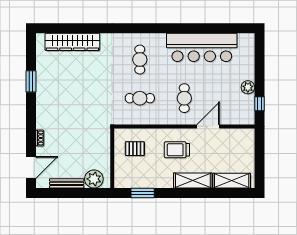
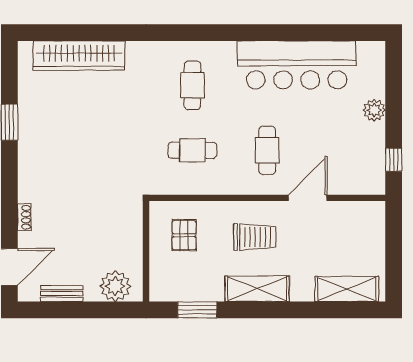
plant: (248, 87) -> (374, 110), moved
pallet: (135, 149) -> (184, 235), turned 90
trolley: (177, 150) -> (255, 237), turned 180
shelving: (193, 181) -> (257, 289), moved
bench: (67, 183) -> (62, 294), width x0.73

